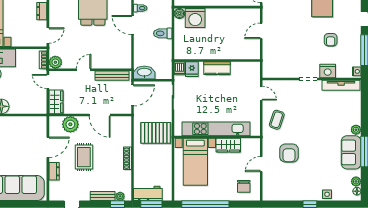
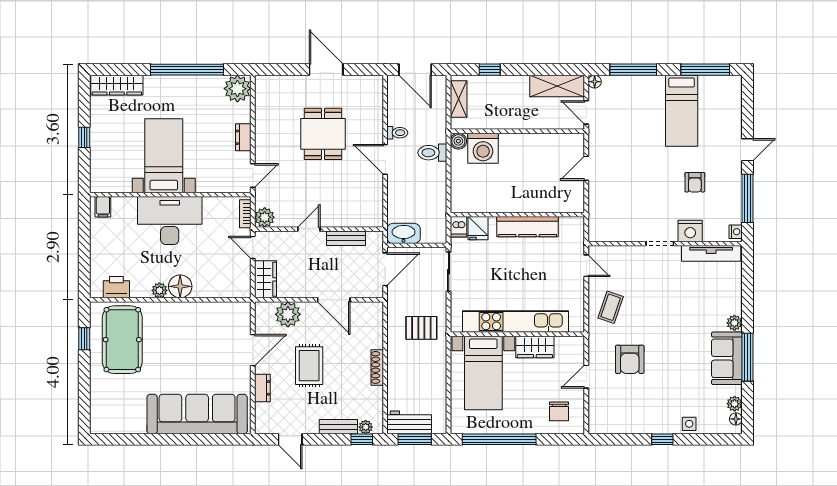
toilet: (163, 33) -> (432, 153), moved
kitchen counter: (217, 68) -> (527, 227), width x1.50
bench: (112, 76) -> (346, 238), width x0.73
pallet: (156, 133) -> (421, 328), width x0.67, depth x0.71

